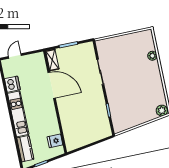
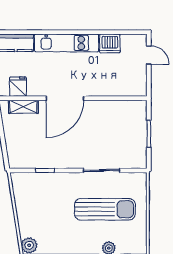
shelving: (52, 60) -> (23, 107), moved
sun lounger: (126, 64) -> (105, 209), added
door: (52, 85) -> (65, 98), moved

